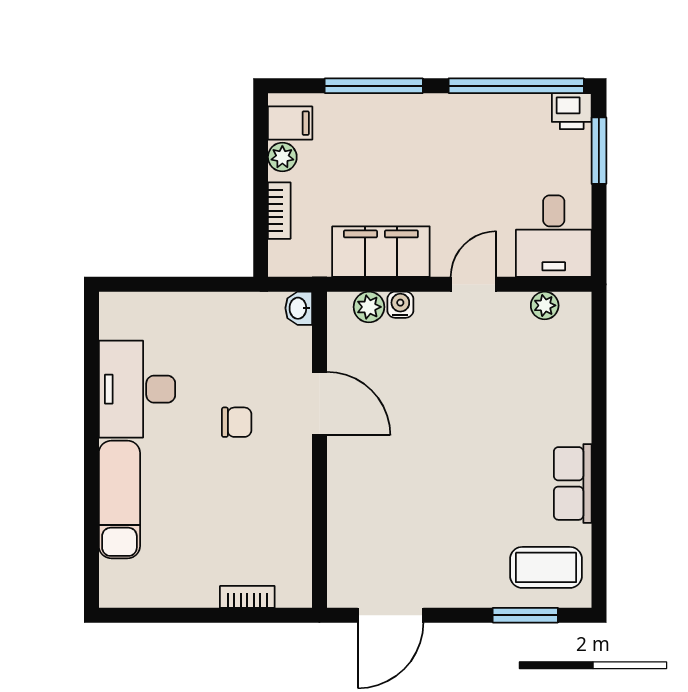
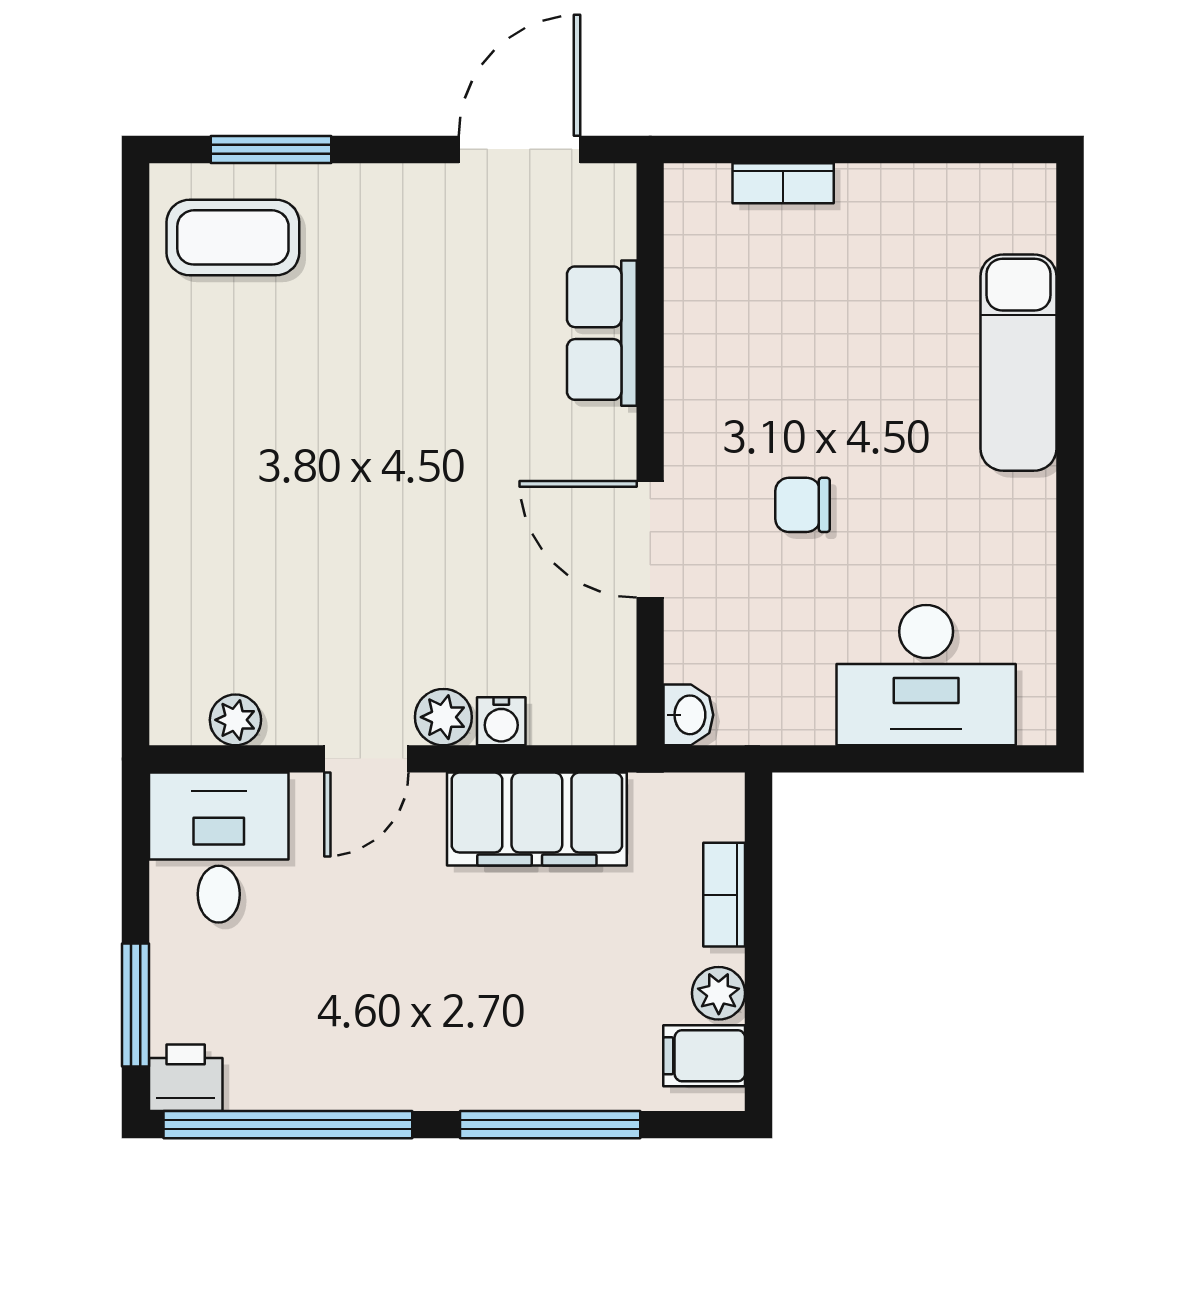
plant: (369, 307) -> (443, 717), moved
desk: (137, 389) -> (926, 675), moved, turned 90
row of seats: (573, 483) -> (602, 333), moved, turned 180

